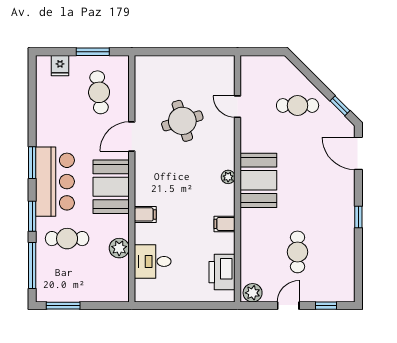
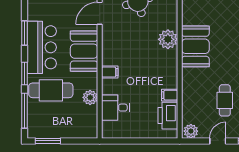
plant: (228, 177) -> (168, 39), width x1.88, depth x1.88
filing cabinet: (224, 224) -> (170, 95), moved
cafe table: (67, 239) -> (51, 90), width x1.37, depth x1.35

